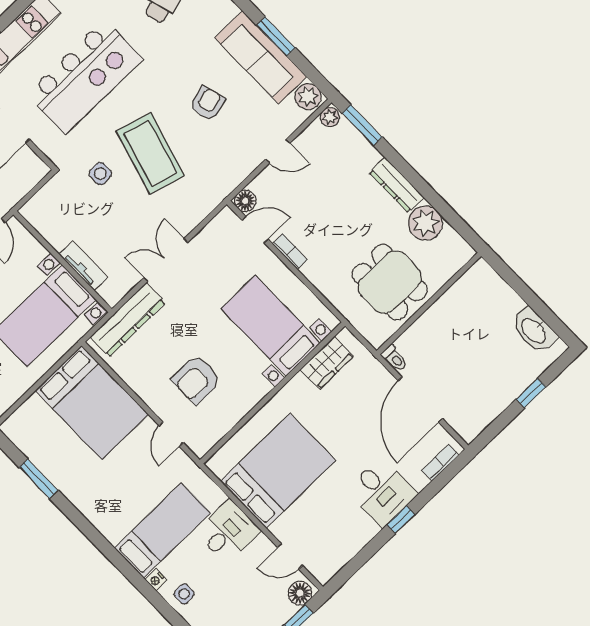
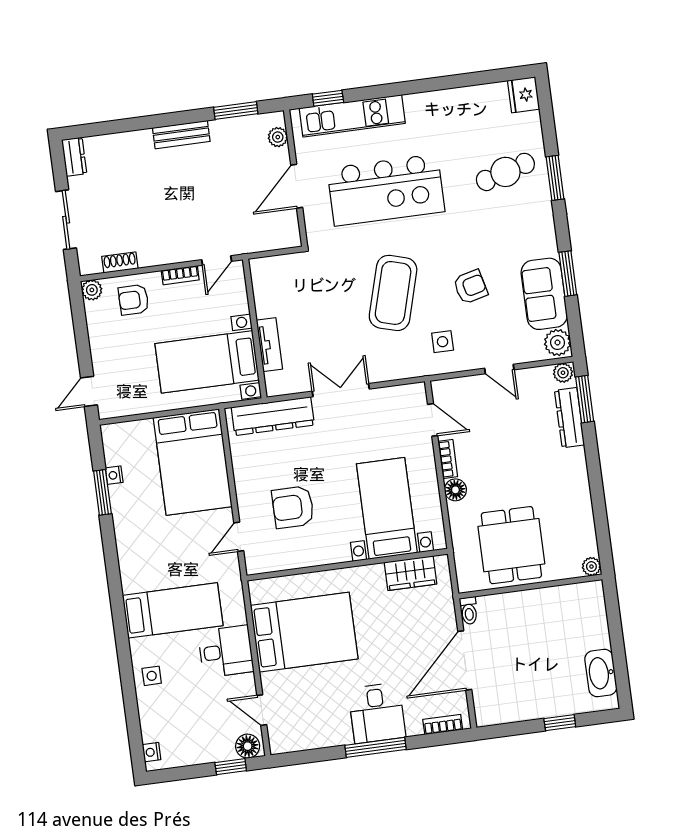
sofa: (261, 57) -> (544, 294), width x0.73
side table: (100, 174) -> (443, 342), moved
dresser: (397, 185) -> (569, 418), moved
floor lamp: (245, 201) -> (455, 490), moved
plant: (425, 223) -> (591, 567), moved, width x0.53, depth x0.53
window: (401, 520) -> (376, 747), width x2.17
nightstand: (156, 580) -> (114, 475), moved

